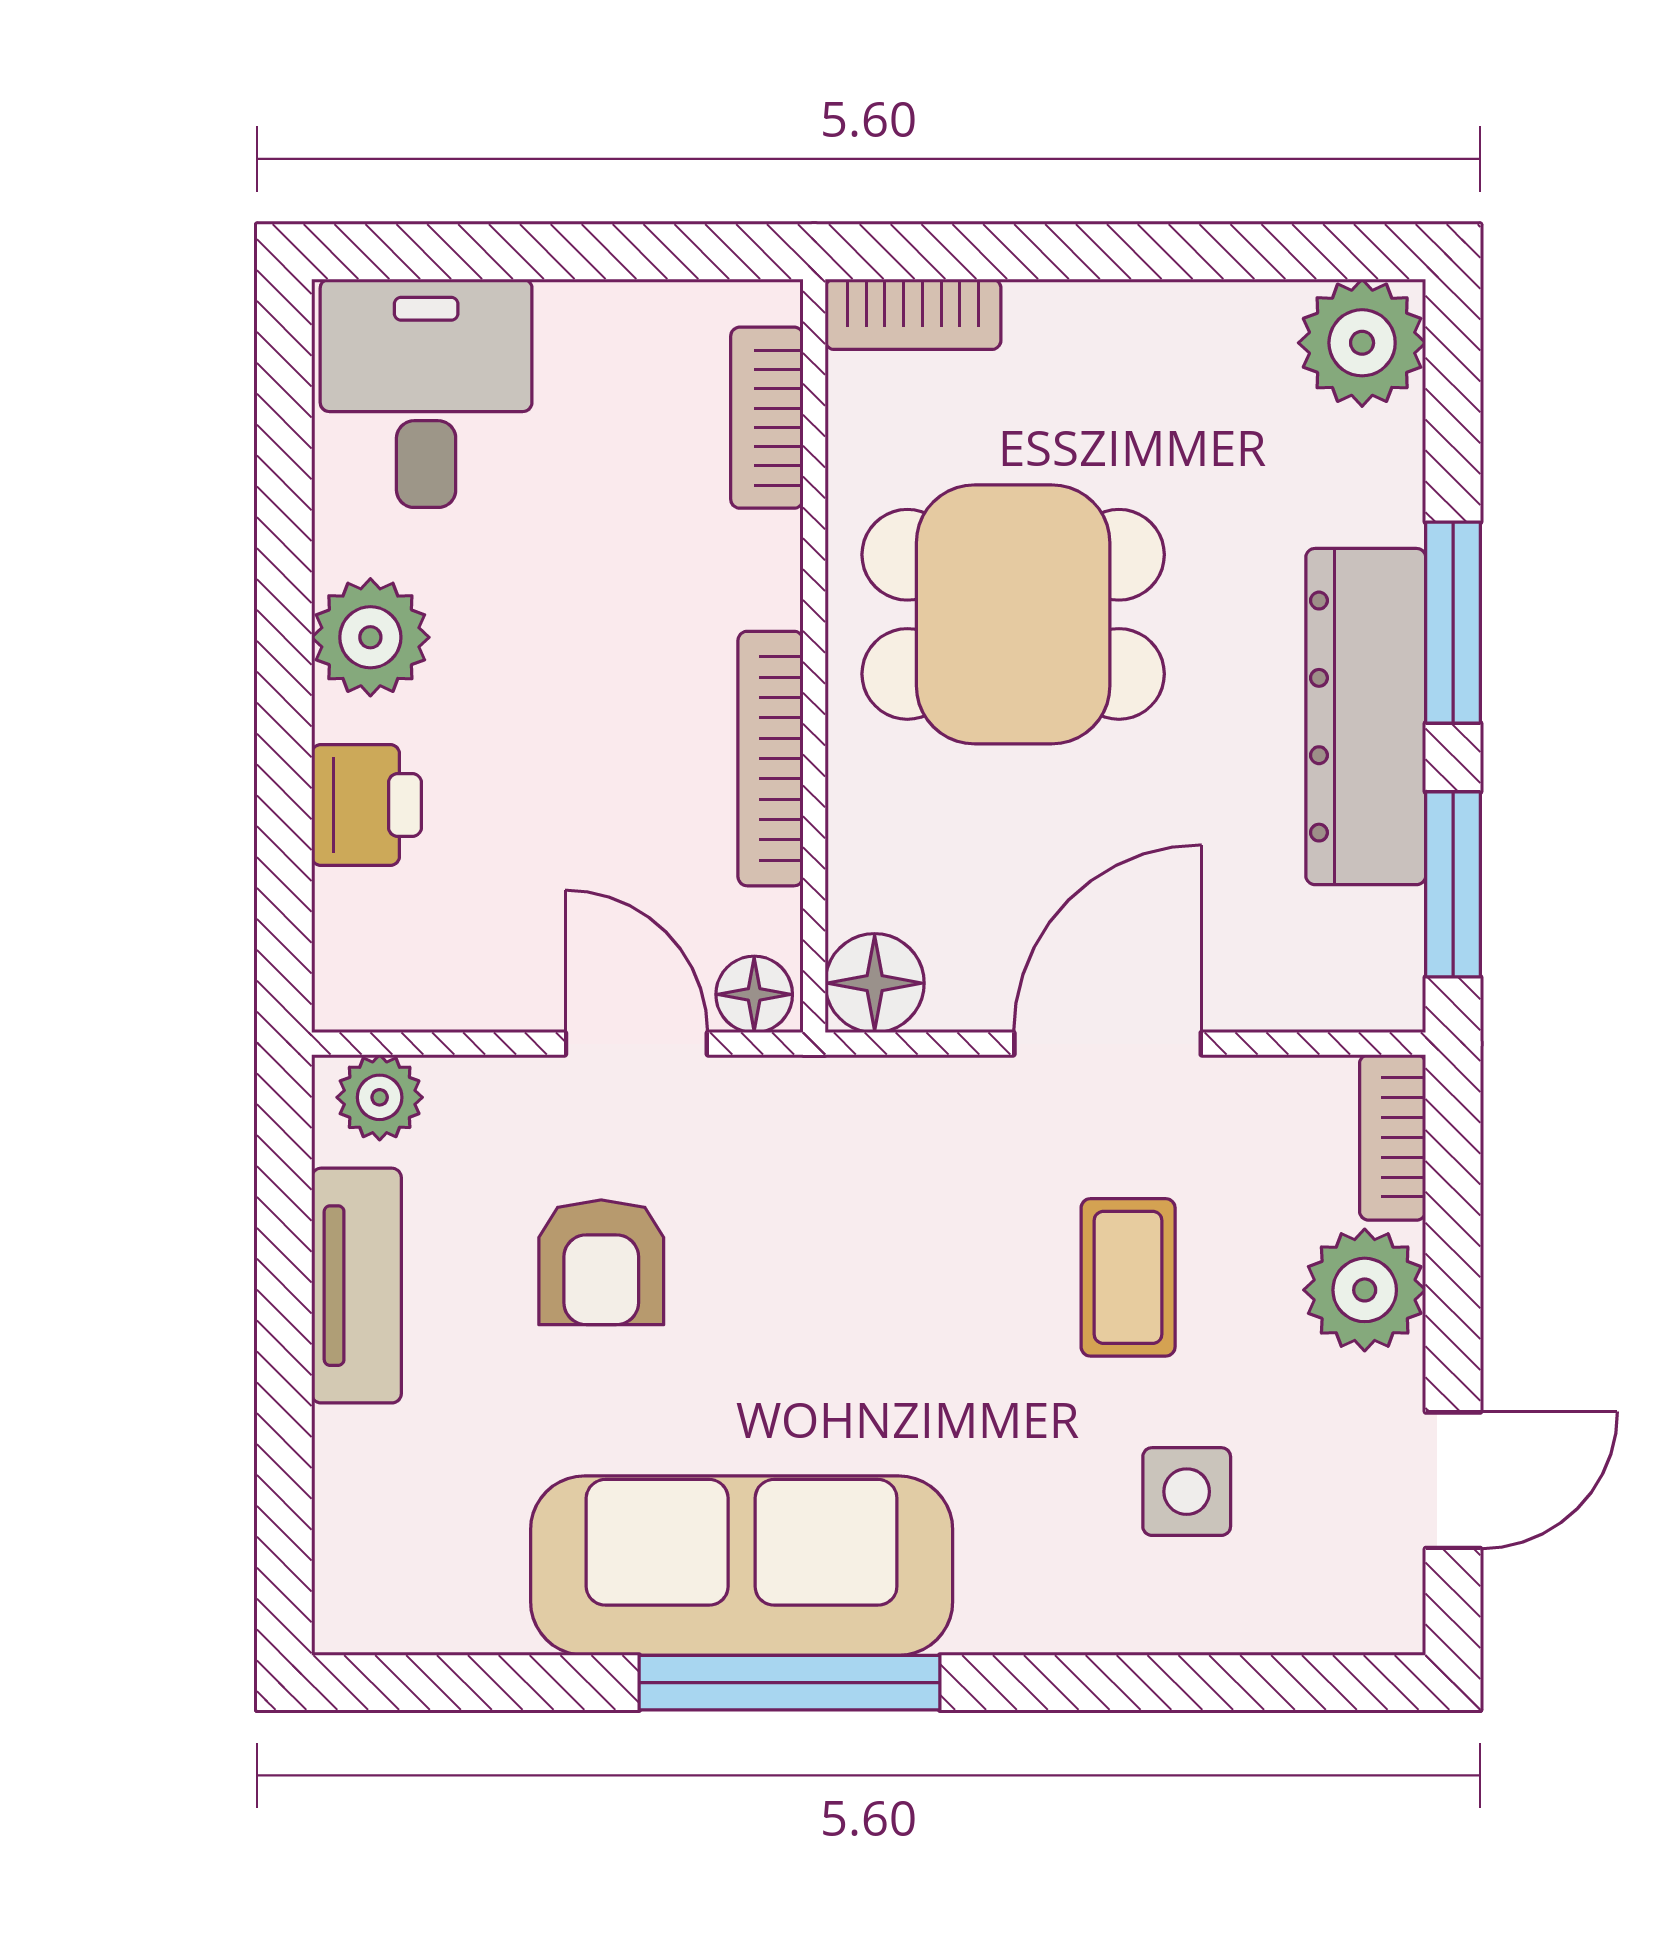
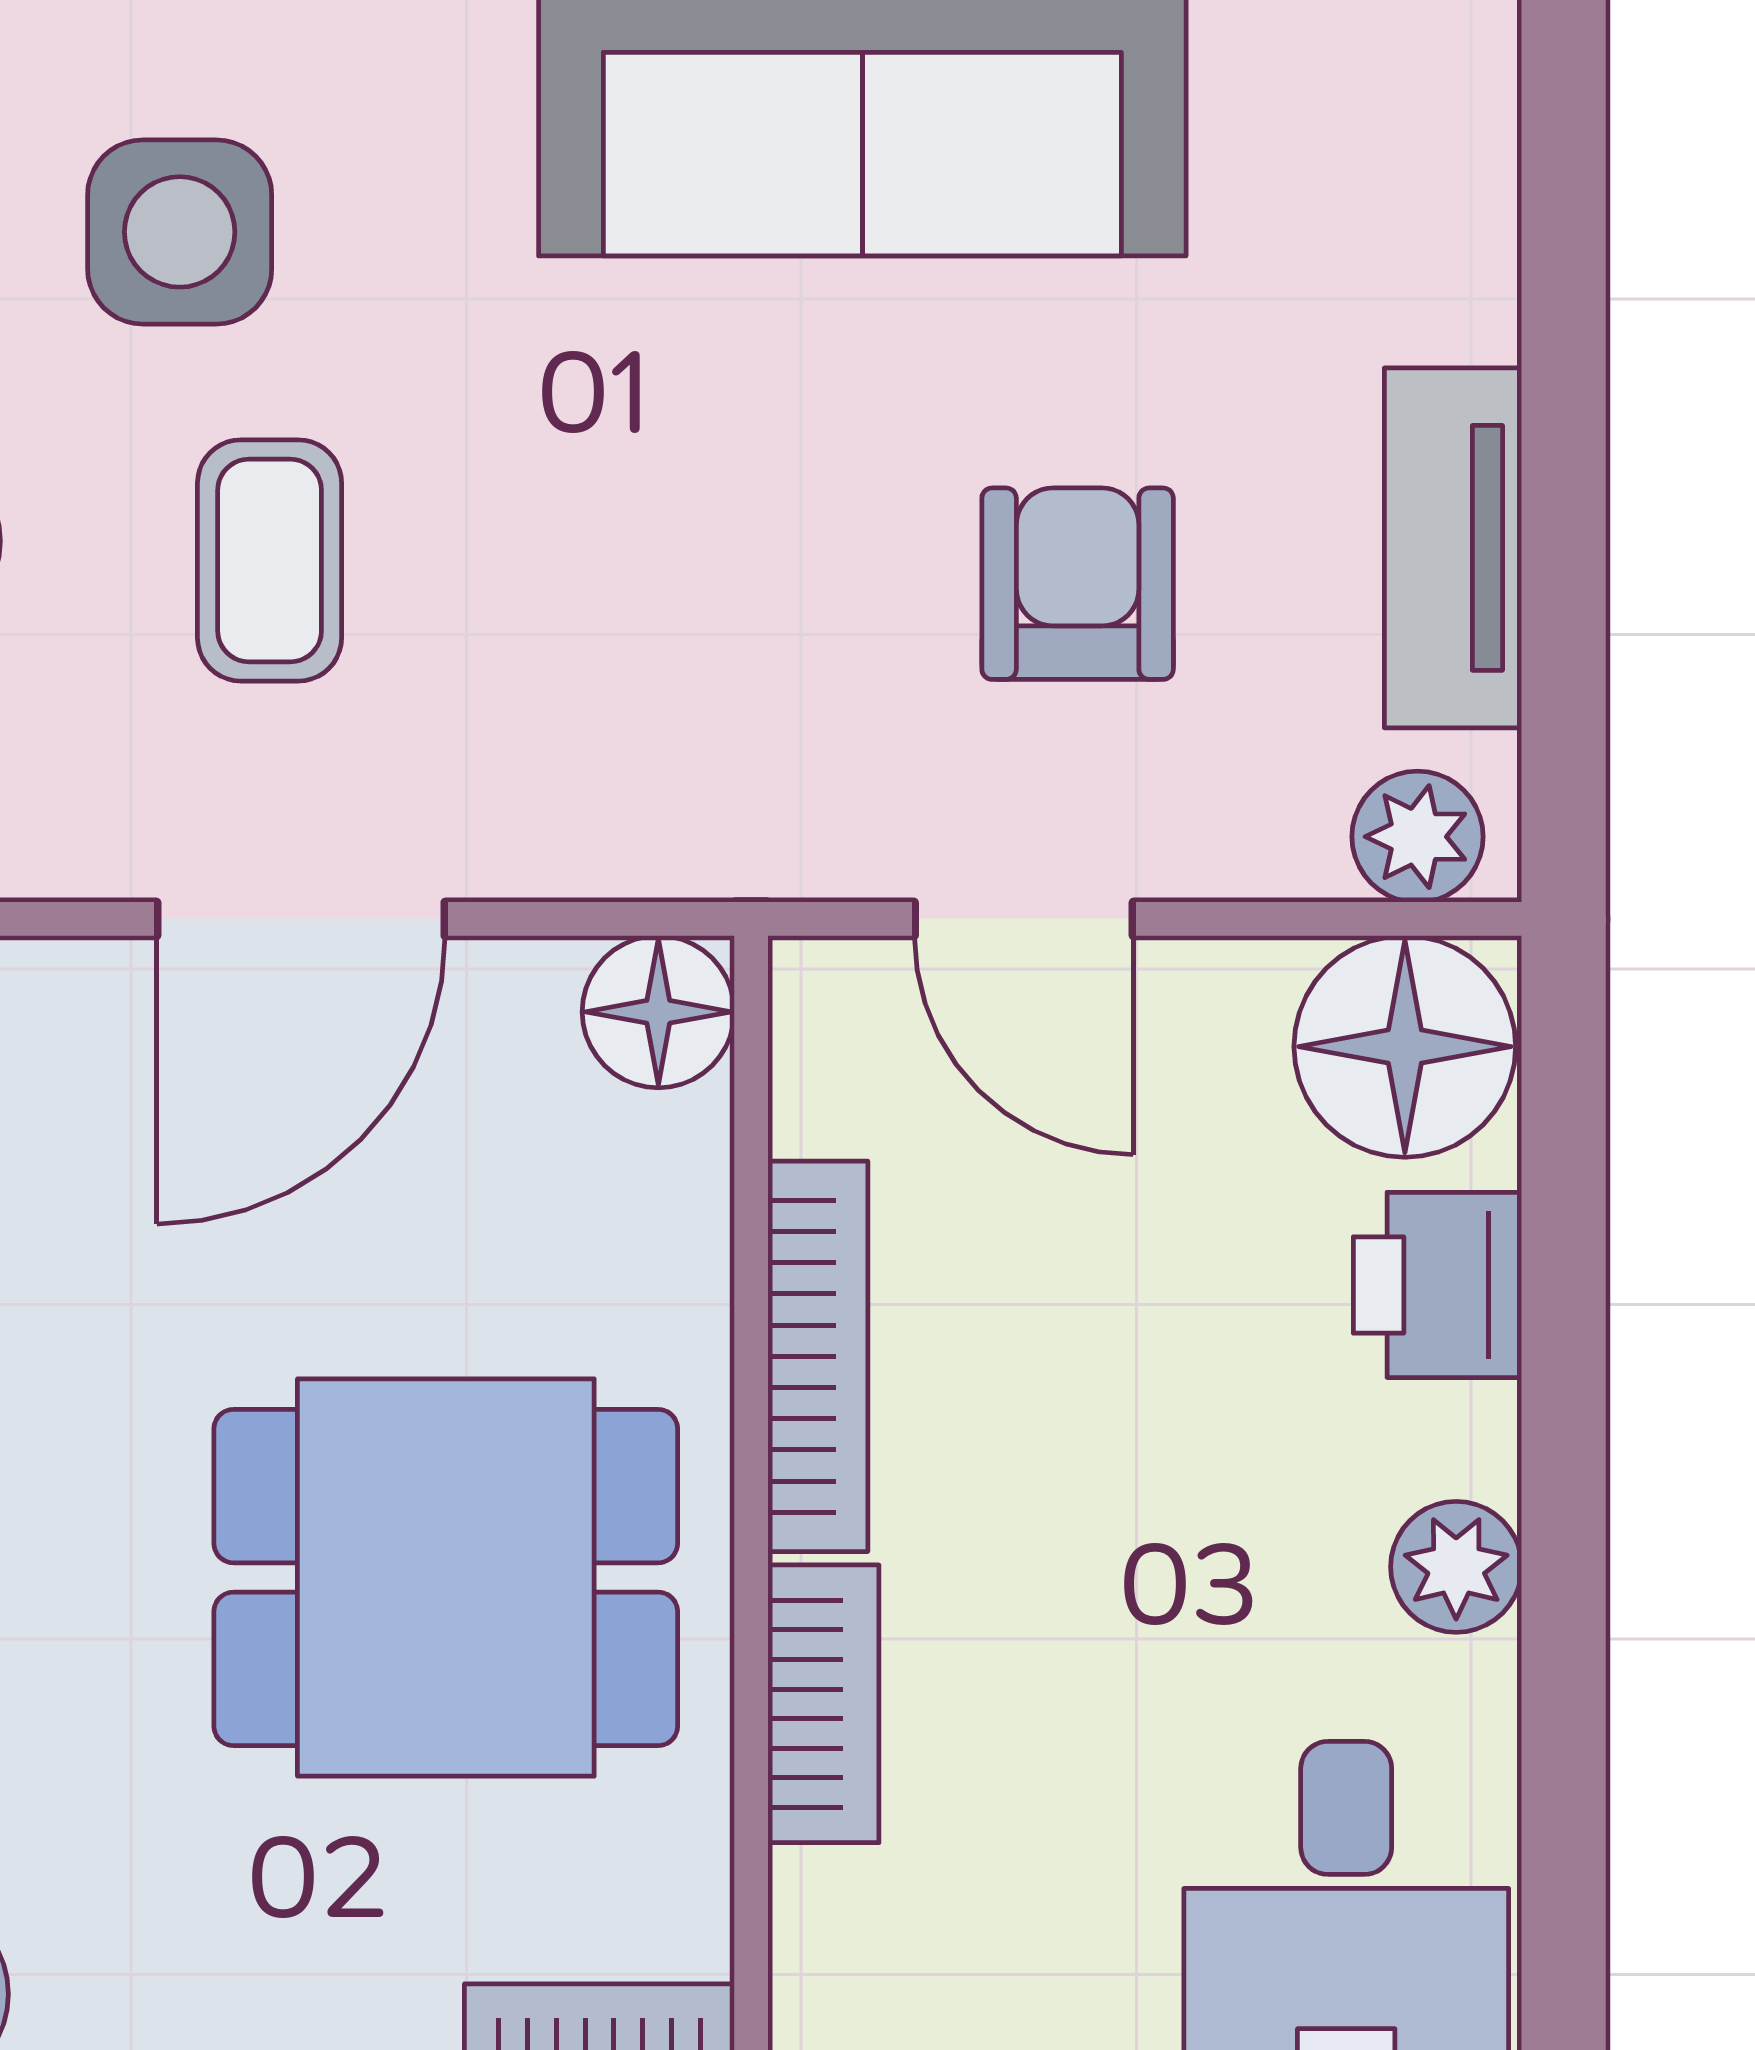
bookcase: (767, 418) -> (823, 1704), moved
plant: (370, 637) -> (1456, 1567), width x0.73, depth x0.73
floor lamp: (754, 994) -> (1405, 1047), moved, width x1.89, depth x1.89
side table: (1187, 1492) -> (180, 232), width x1.37, depth x1.37

